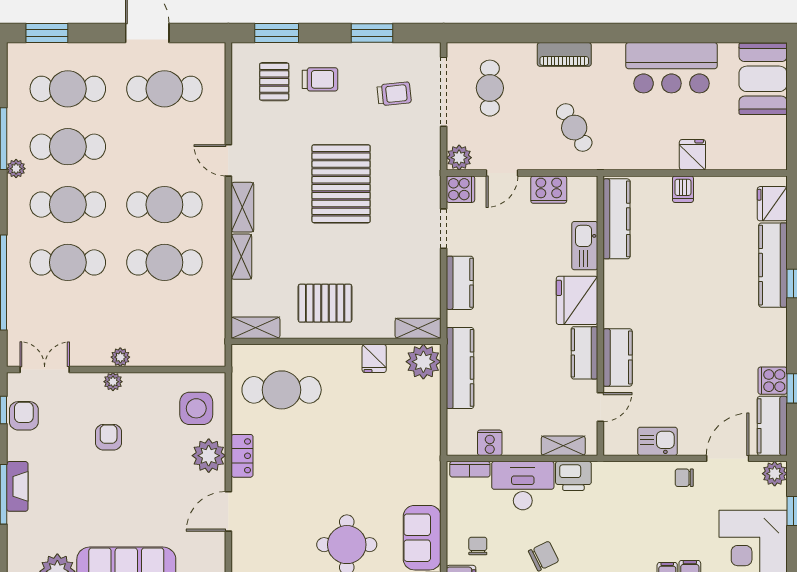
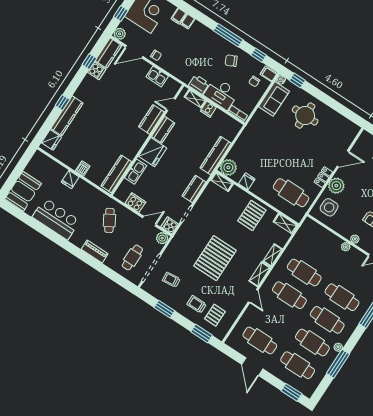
pallet: (325, 303) -> (252, 216), turned 90
cooker: (490, 443) -> (208, 109), moved

